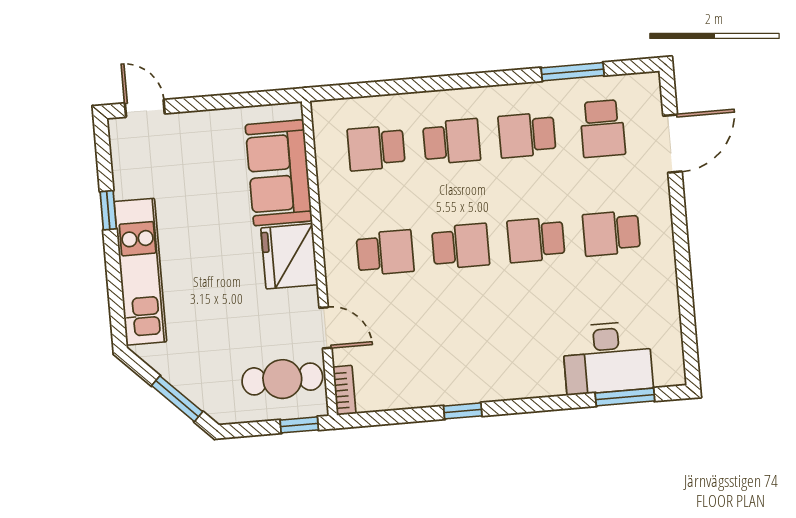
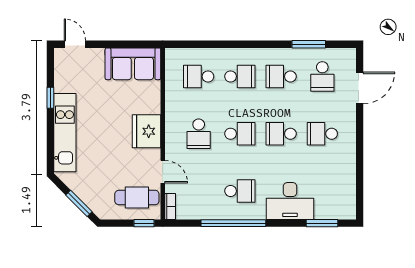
sofa: (279, 173) -> (133, 64), moved, turned -90
school desk: (385, 253) -> (199, 134), turned 90
school desk: (470, 351) -> (240, 191), added
desk: (607, 358) -> (290, 201), moved
window: (463, 411) -> (233, 223), width x3.17

